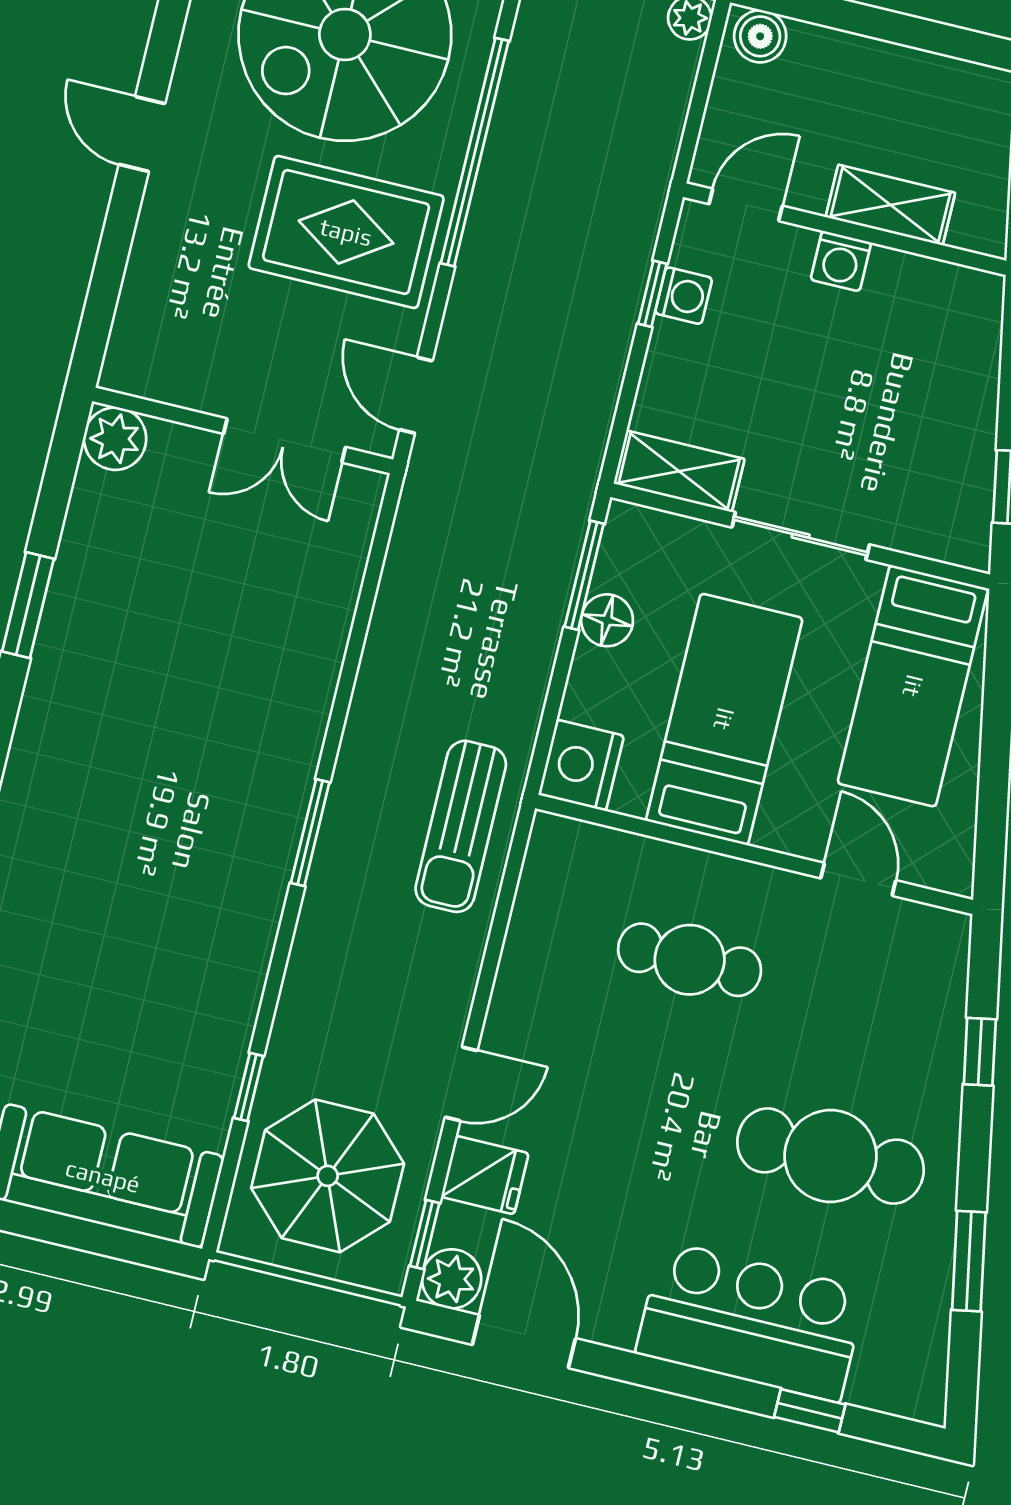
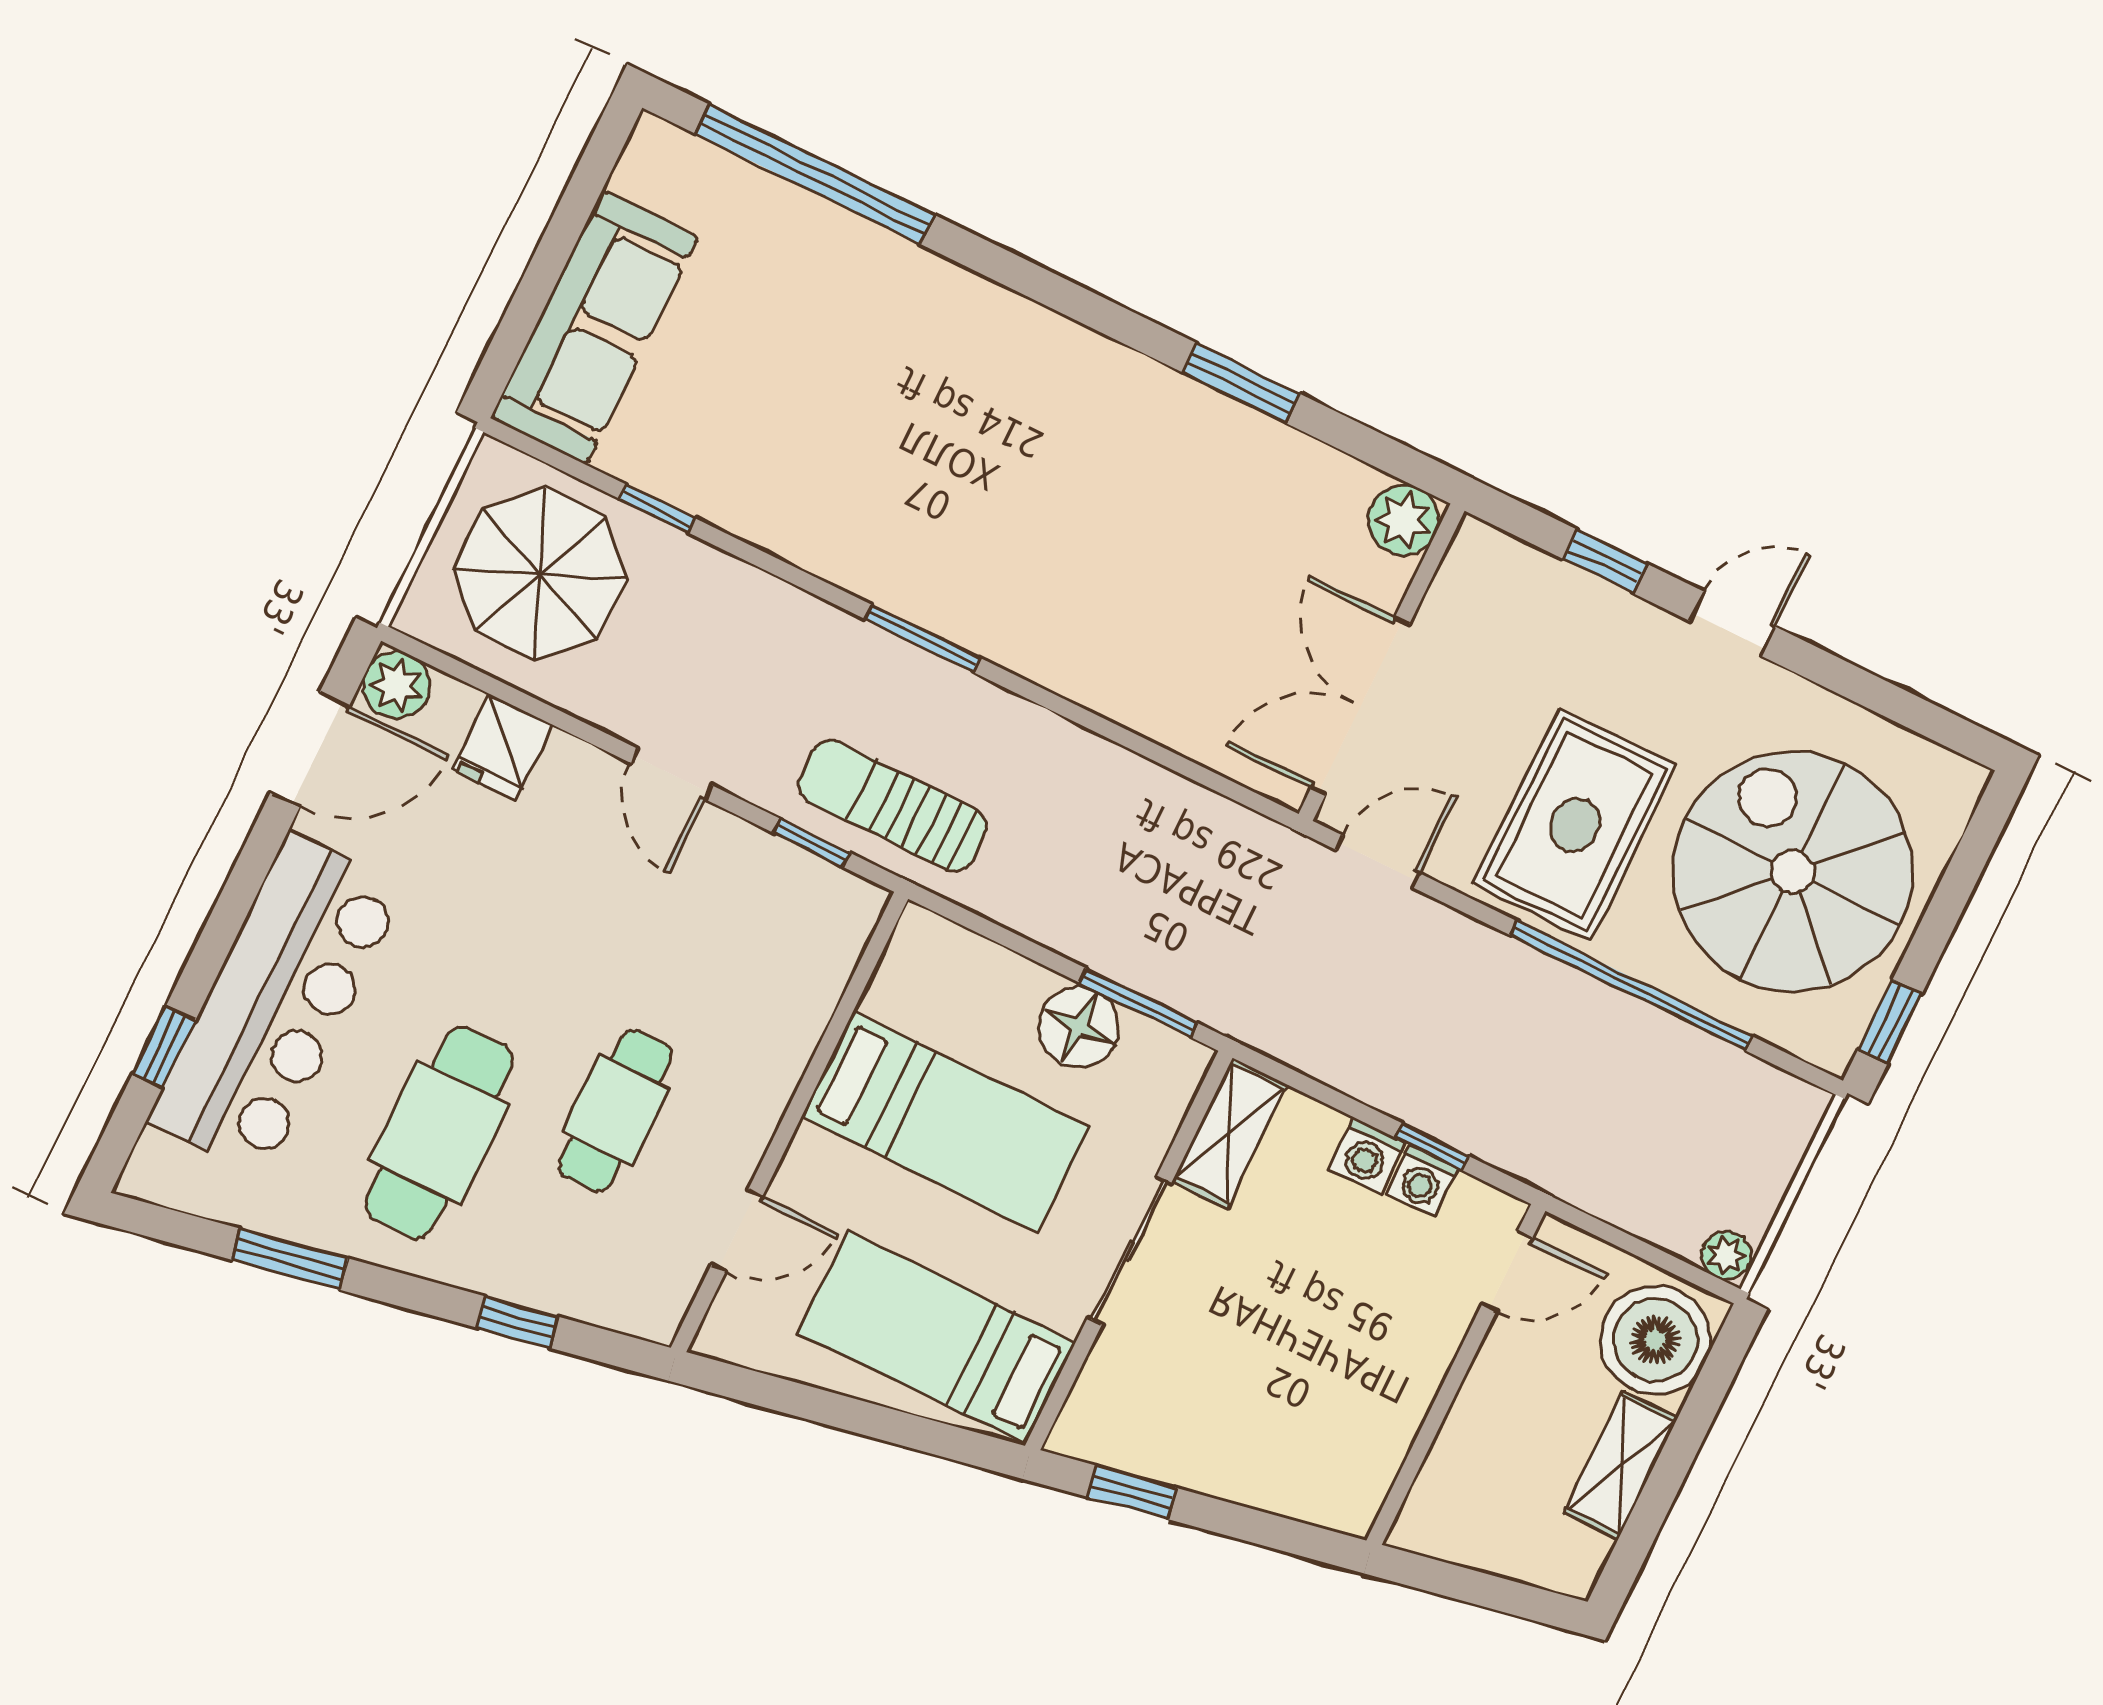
boiler: (760, 36) -> (1655, 1340), width x1.86, depth x1.86
door: (746, 205) -> (1507, 1271), hinge flipped
shelving: (890, 205) -> (1621, 1465), moved
window: (112, 256) -> (1605, 561), added
washing machine: (841, 261) -> (1367, 1155), moved, turned -90
double door: (284, 440) -> (1360, 706), width x1.37
floor lamp: (607, 620) -> (1079, 1027), width x1.38, depth x1.38
nightstand: (581, 765) -> (930, 953), removed
cafe table: (690, 960) -> (616, 1111), moved
door: (461, 1084) -> (672, 774), moved
window: (425, 1235) -> (812, 843), moved
bar counter: (751, 1321) -> (277, 1004), width x1.36

